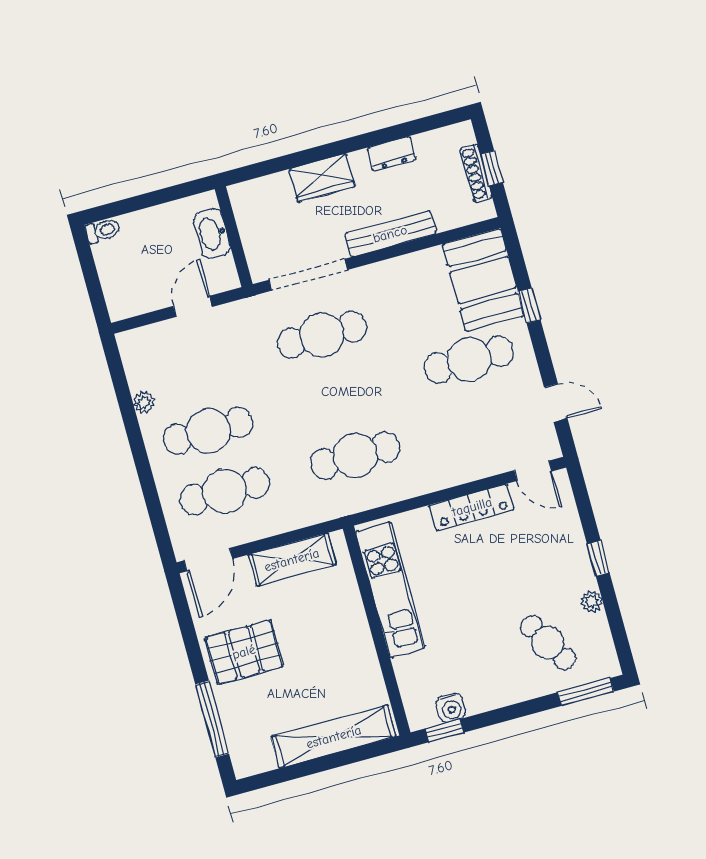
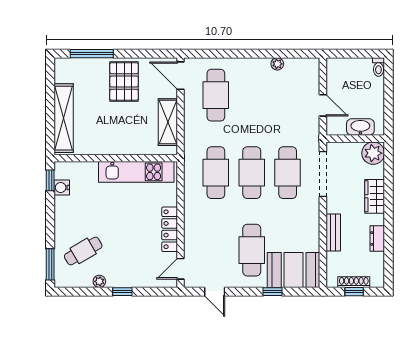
plant: (250, 200) -> (373, 153), added
bench: (390, 234) -> (333, 233), width x0.73
door: (556, 403) -> (215, 292), hinge flipped
cafe table: (208, 431) -> (252, 173), moved

